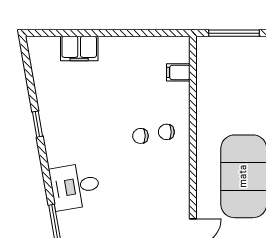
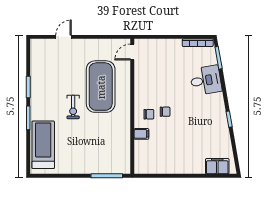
filing cabinet: (79, 49) -> (217, 166), moved
filing cabinet: (178, 72) -> (141, 134), moved

